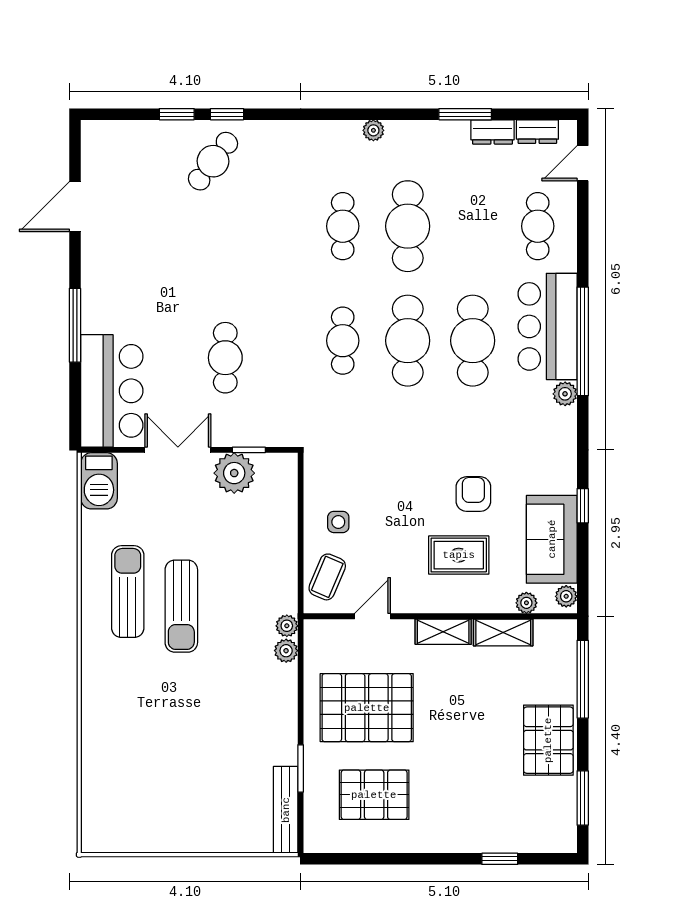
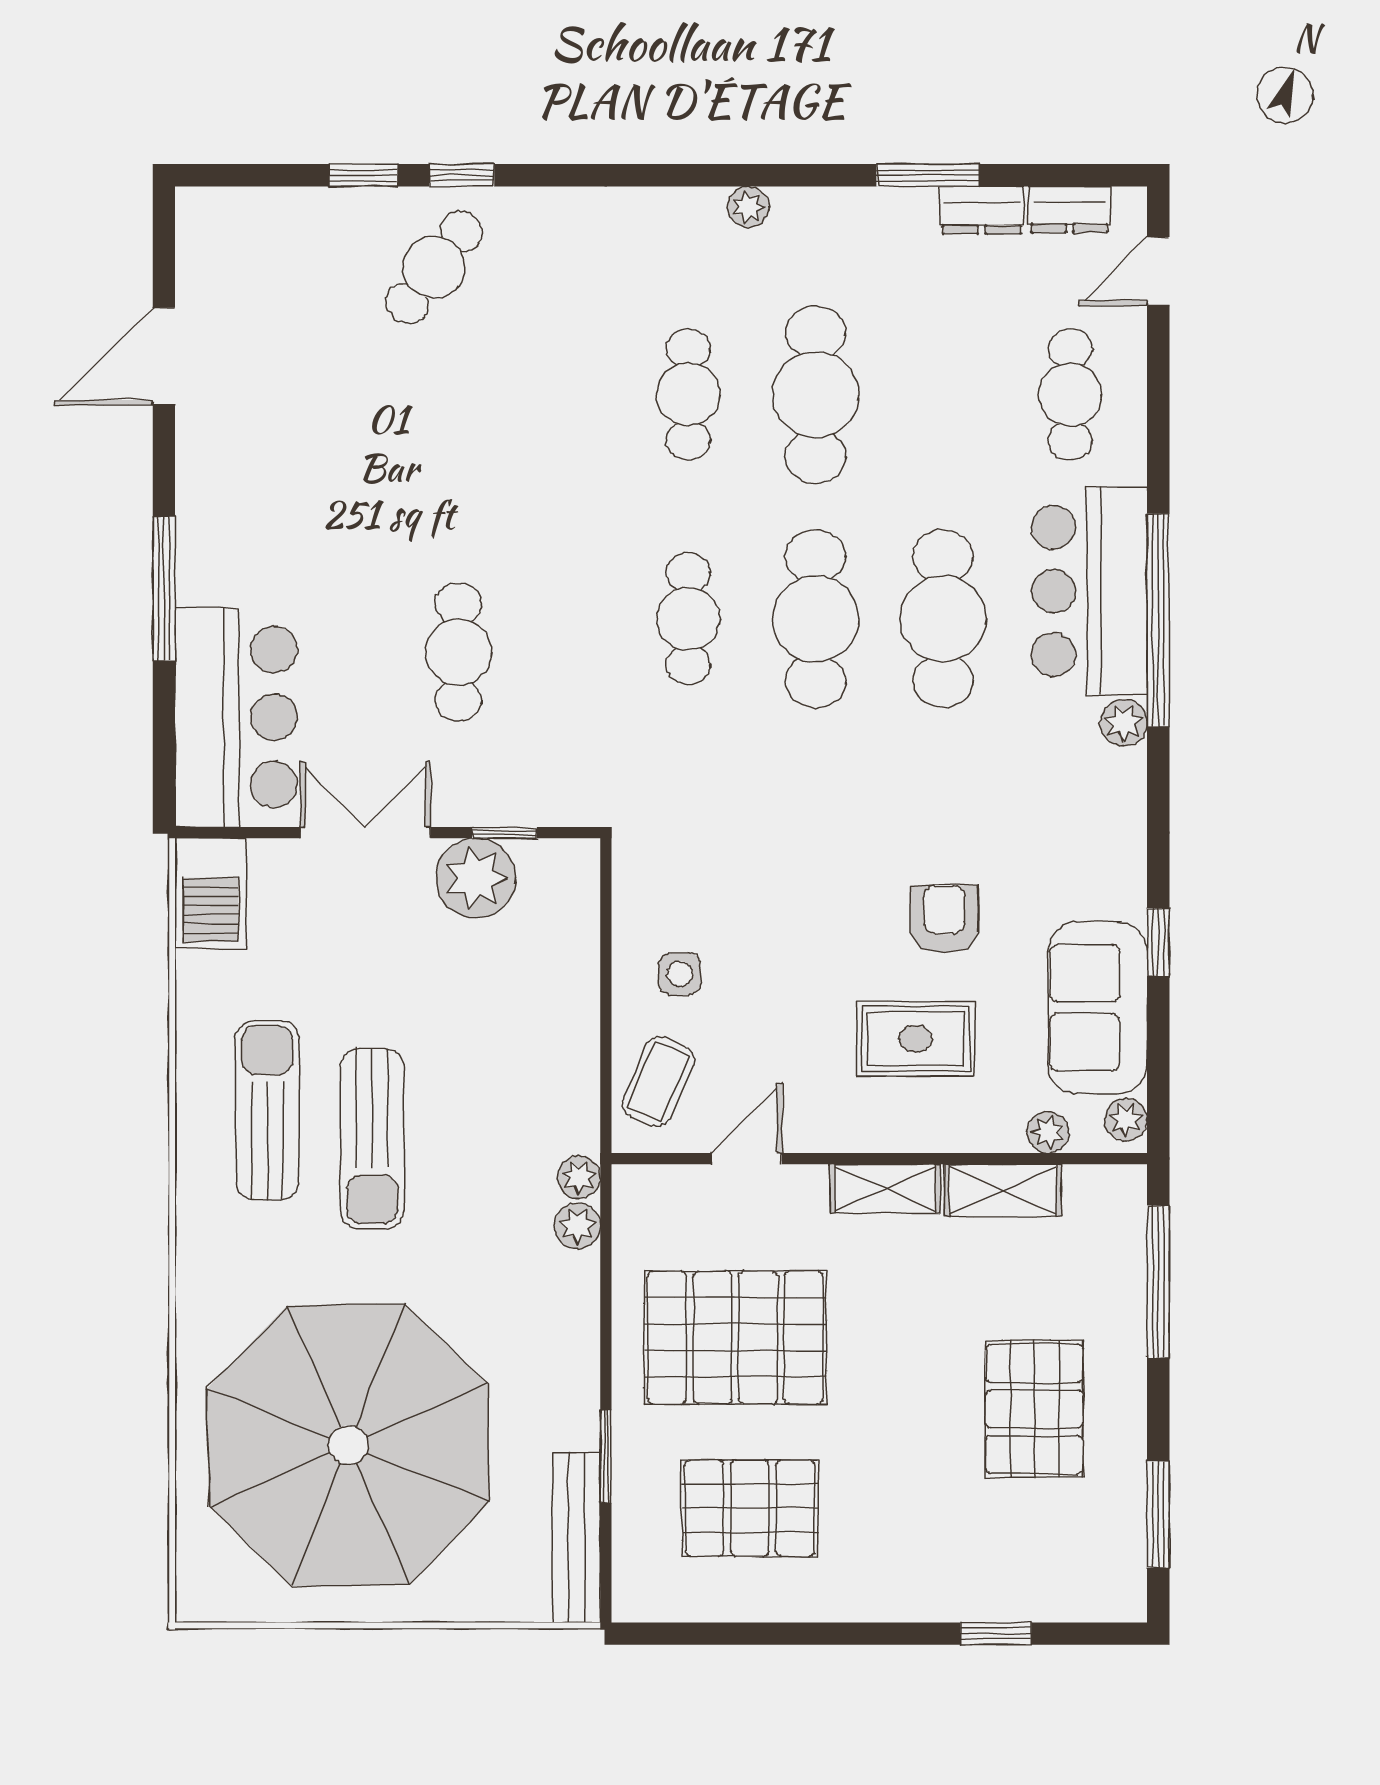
pallet: (548, 740) -> (1034, 1409), moved
parasol: (169, 763) -> (349, 1445), added

